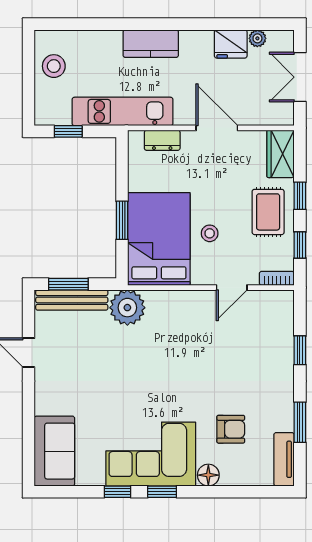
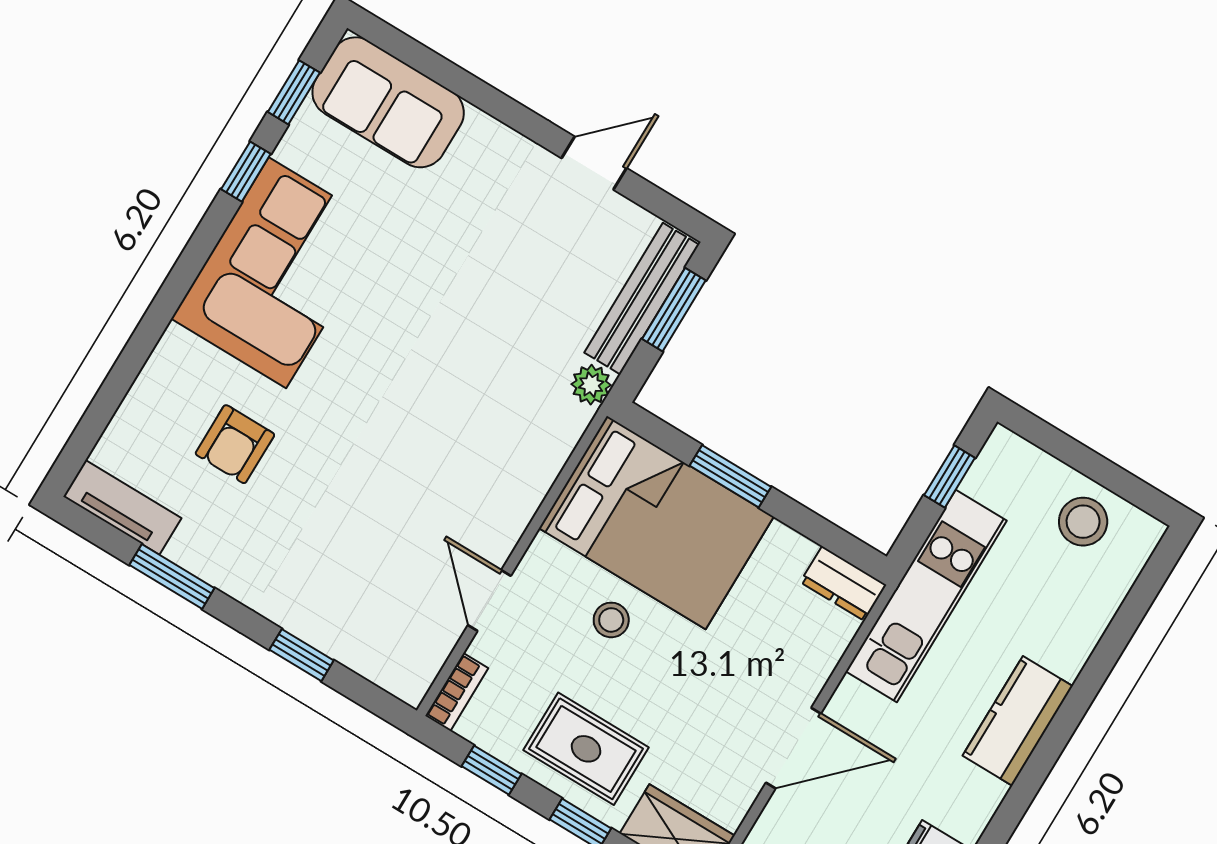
dresser: (162, 140) -> (843, 584), moved, turned -90
plant: (127, 308) -> (591, 385), width x0.53, depth x0.53
floor lamp: (208, 475) -> (177, 354), removed
window: (162, 492) -> (294, 92), moved

